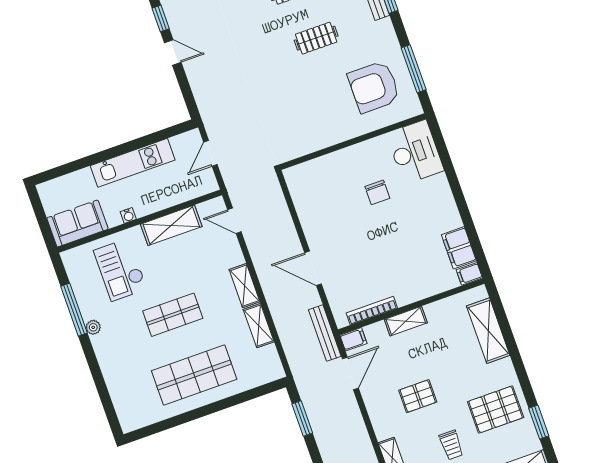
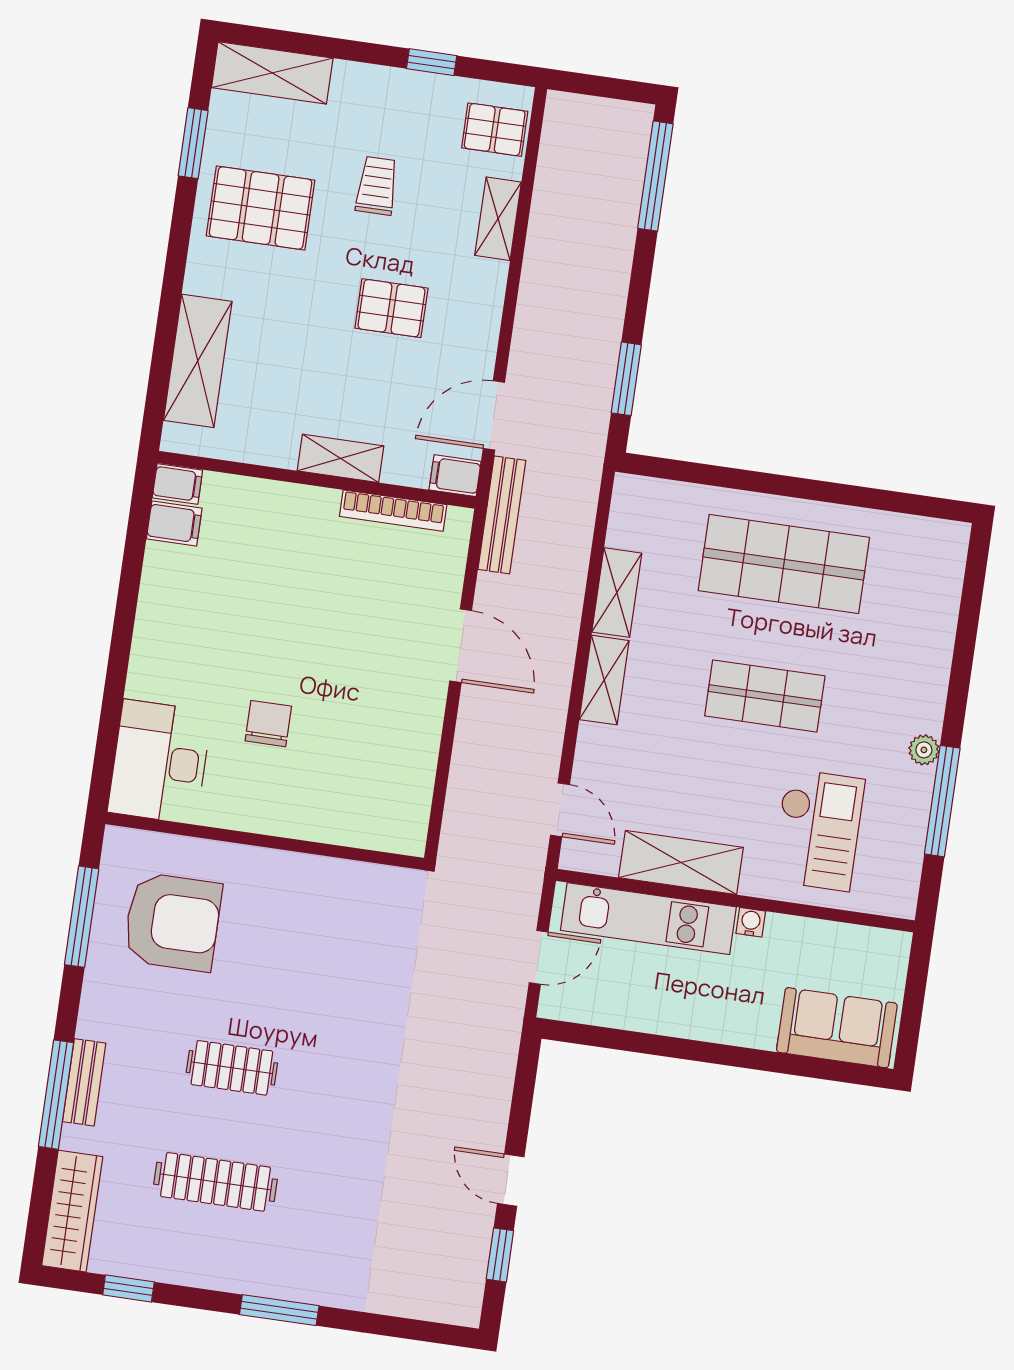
kitchen unit: (133, 163) -> (648, 919), moved, turned 180
sofa: (77, 224) -> (837, 1028), moved, turned 180
filing cabinet: (459, 248) -> (174, 524), width x0.50

